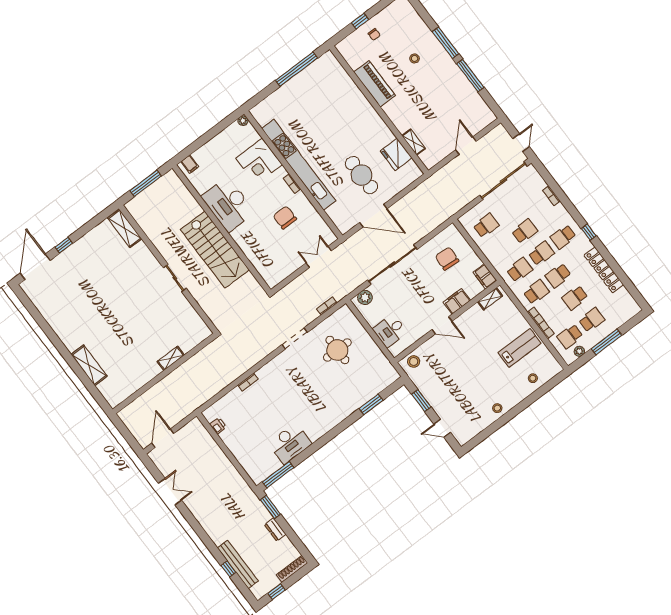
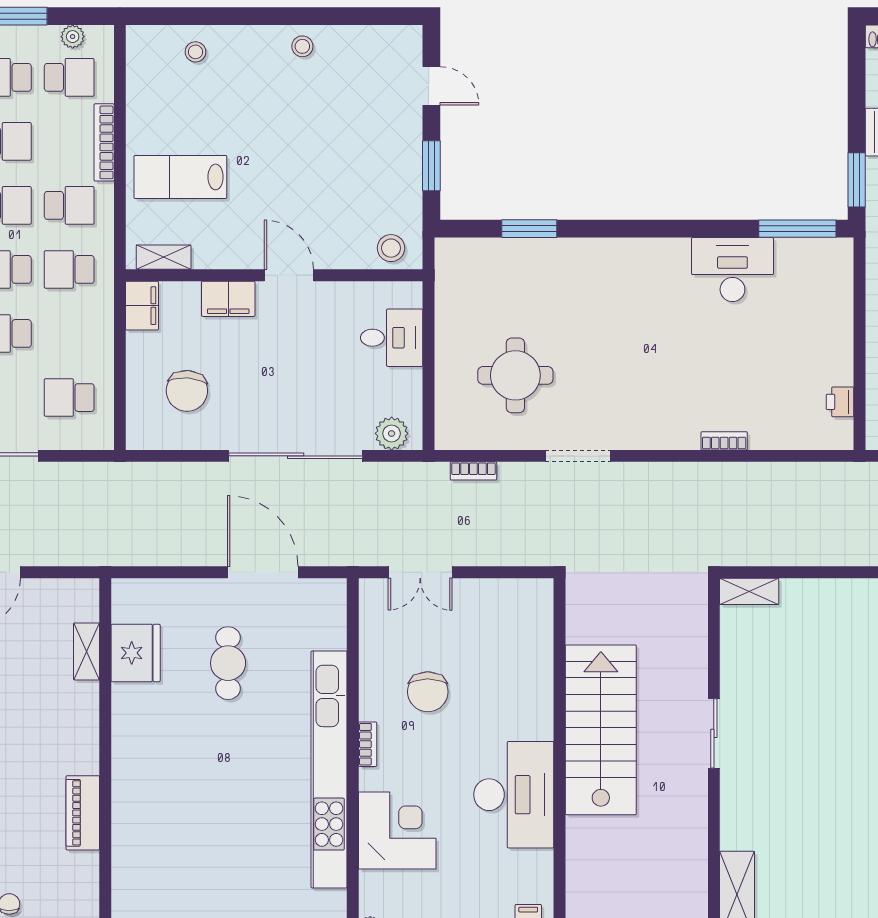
piano: (374, 84) -> (83, 813), width x0.73, depth x0.75
cafe table: (361, 175) -> (228, 663), width x0.73, depth x0.74
school desk: (536, 292) -> (69, 205), turned 180
lab bench: (519, 348) -> (180, 177), moved
shelving: (171, 358) -> (749, 591), moved

